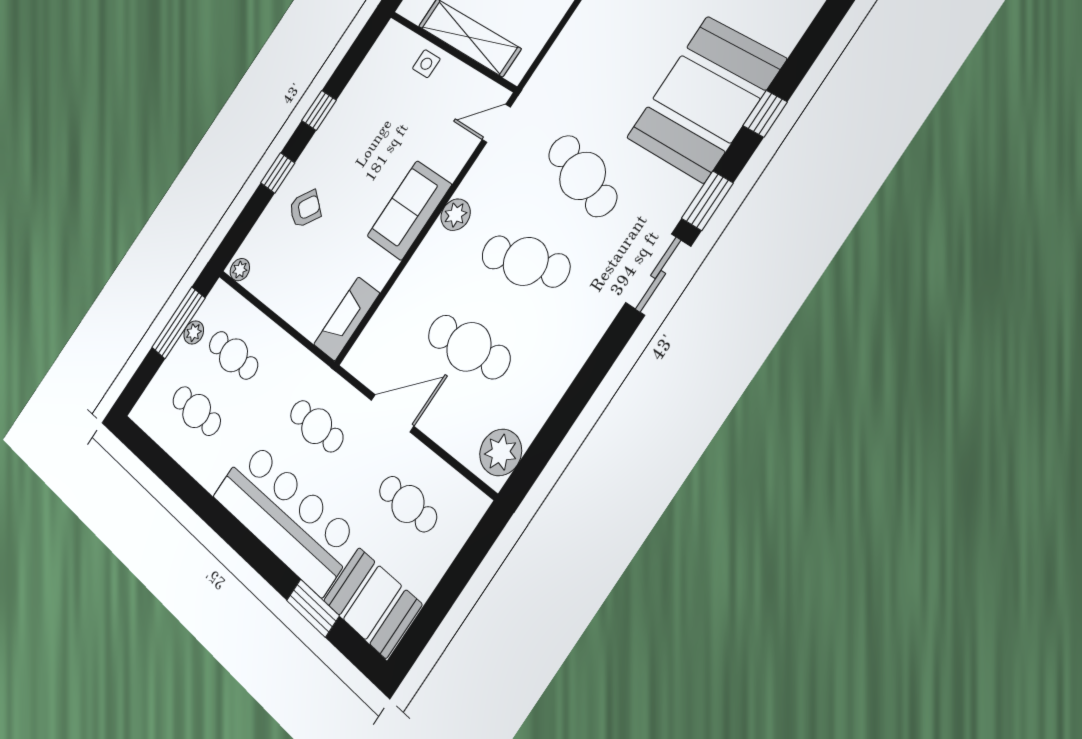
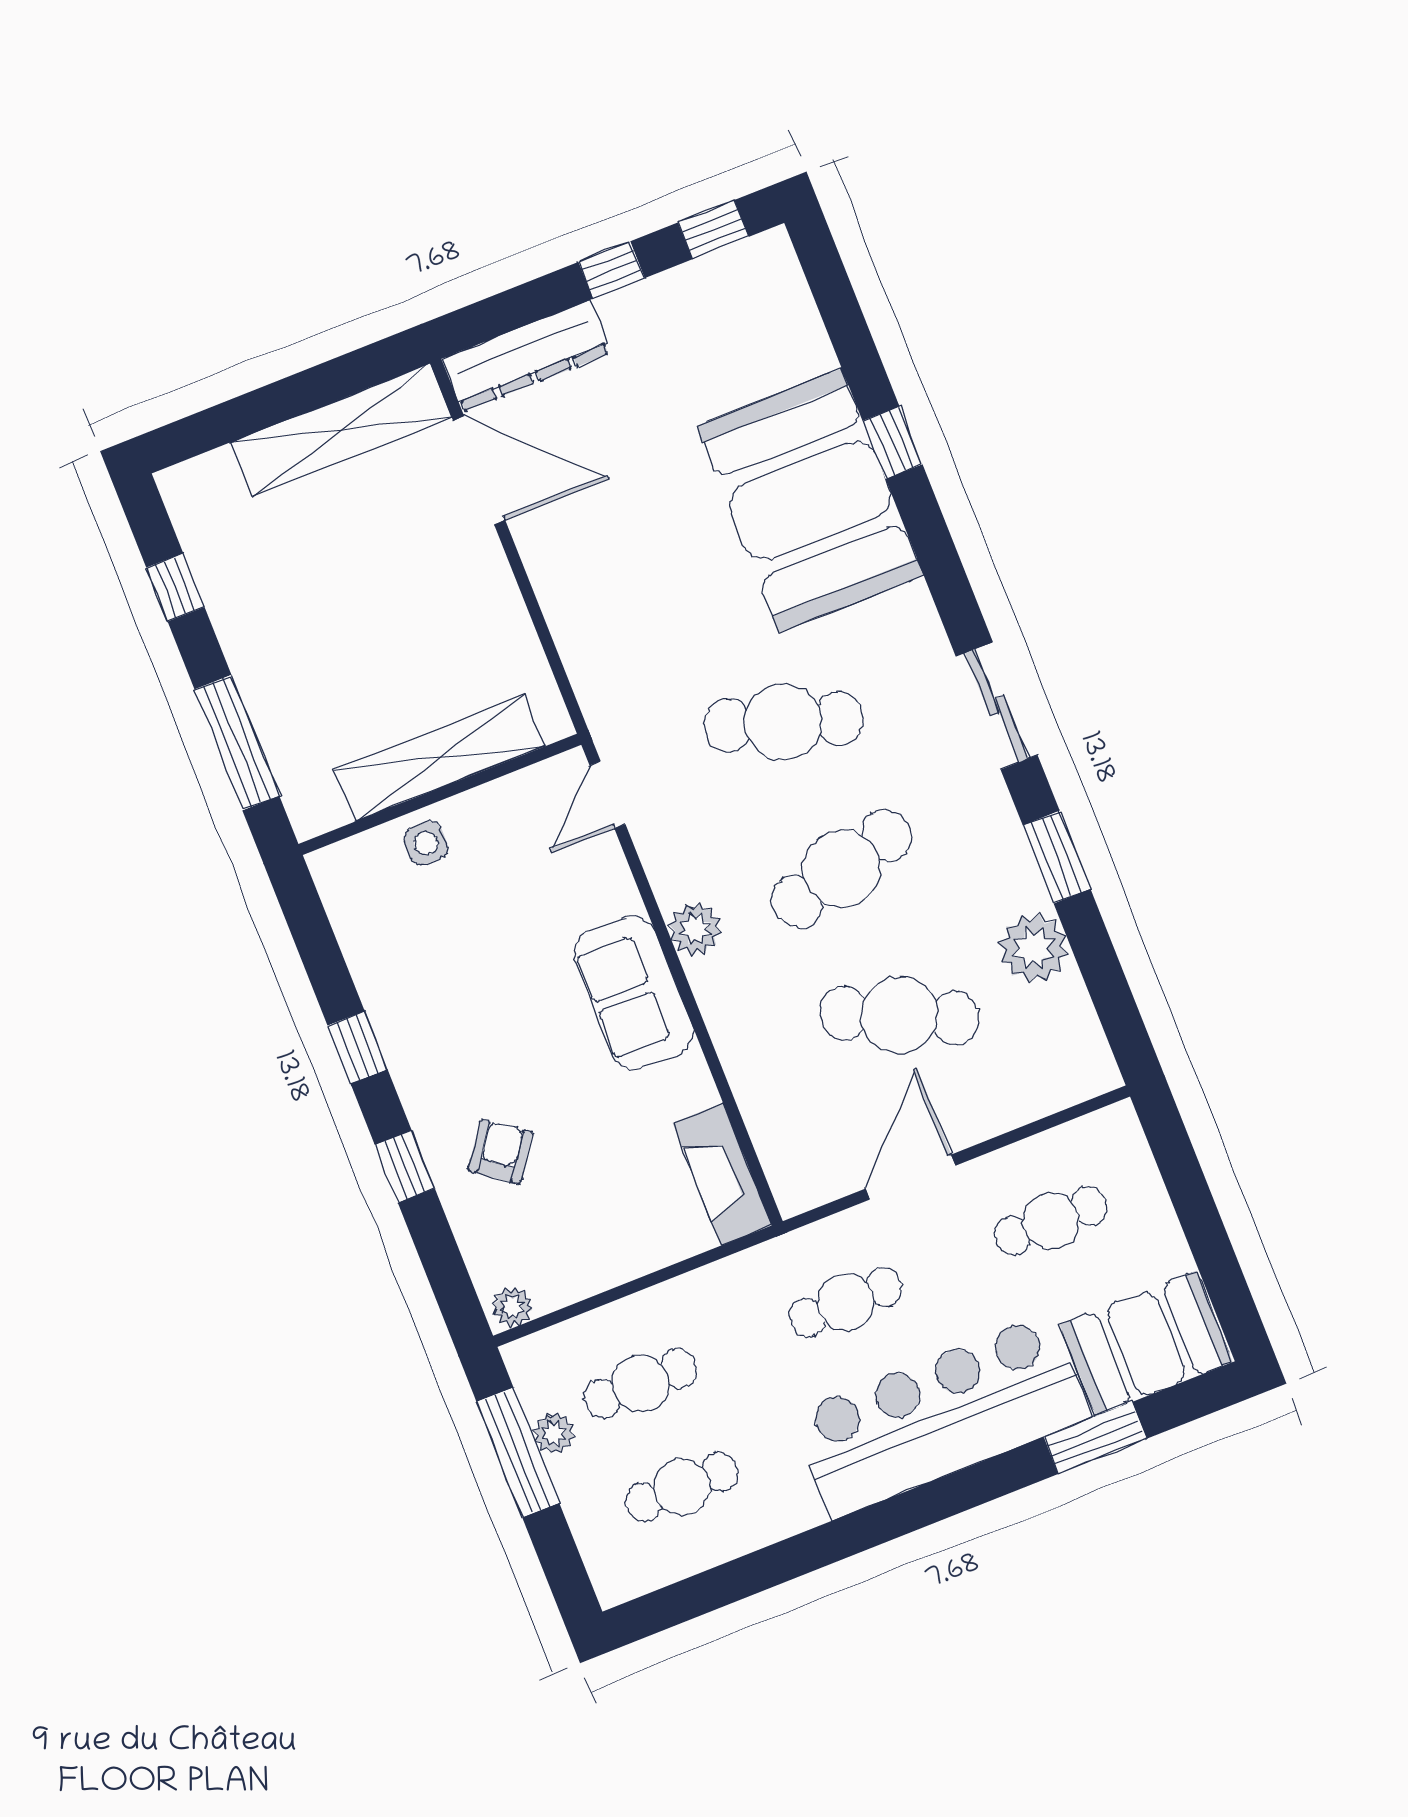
window: (707, 201) -> (1057, 857), moved
cafe table: (469, 347) -> (900, 1015), turned 30
plant: (501, 452) -> (1034, 948), moved

